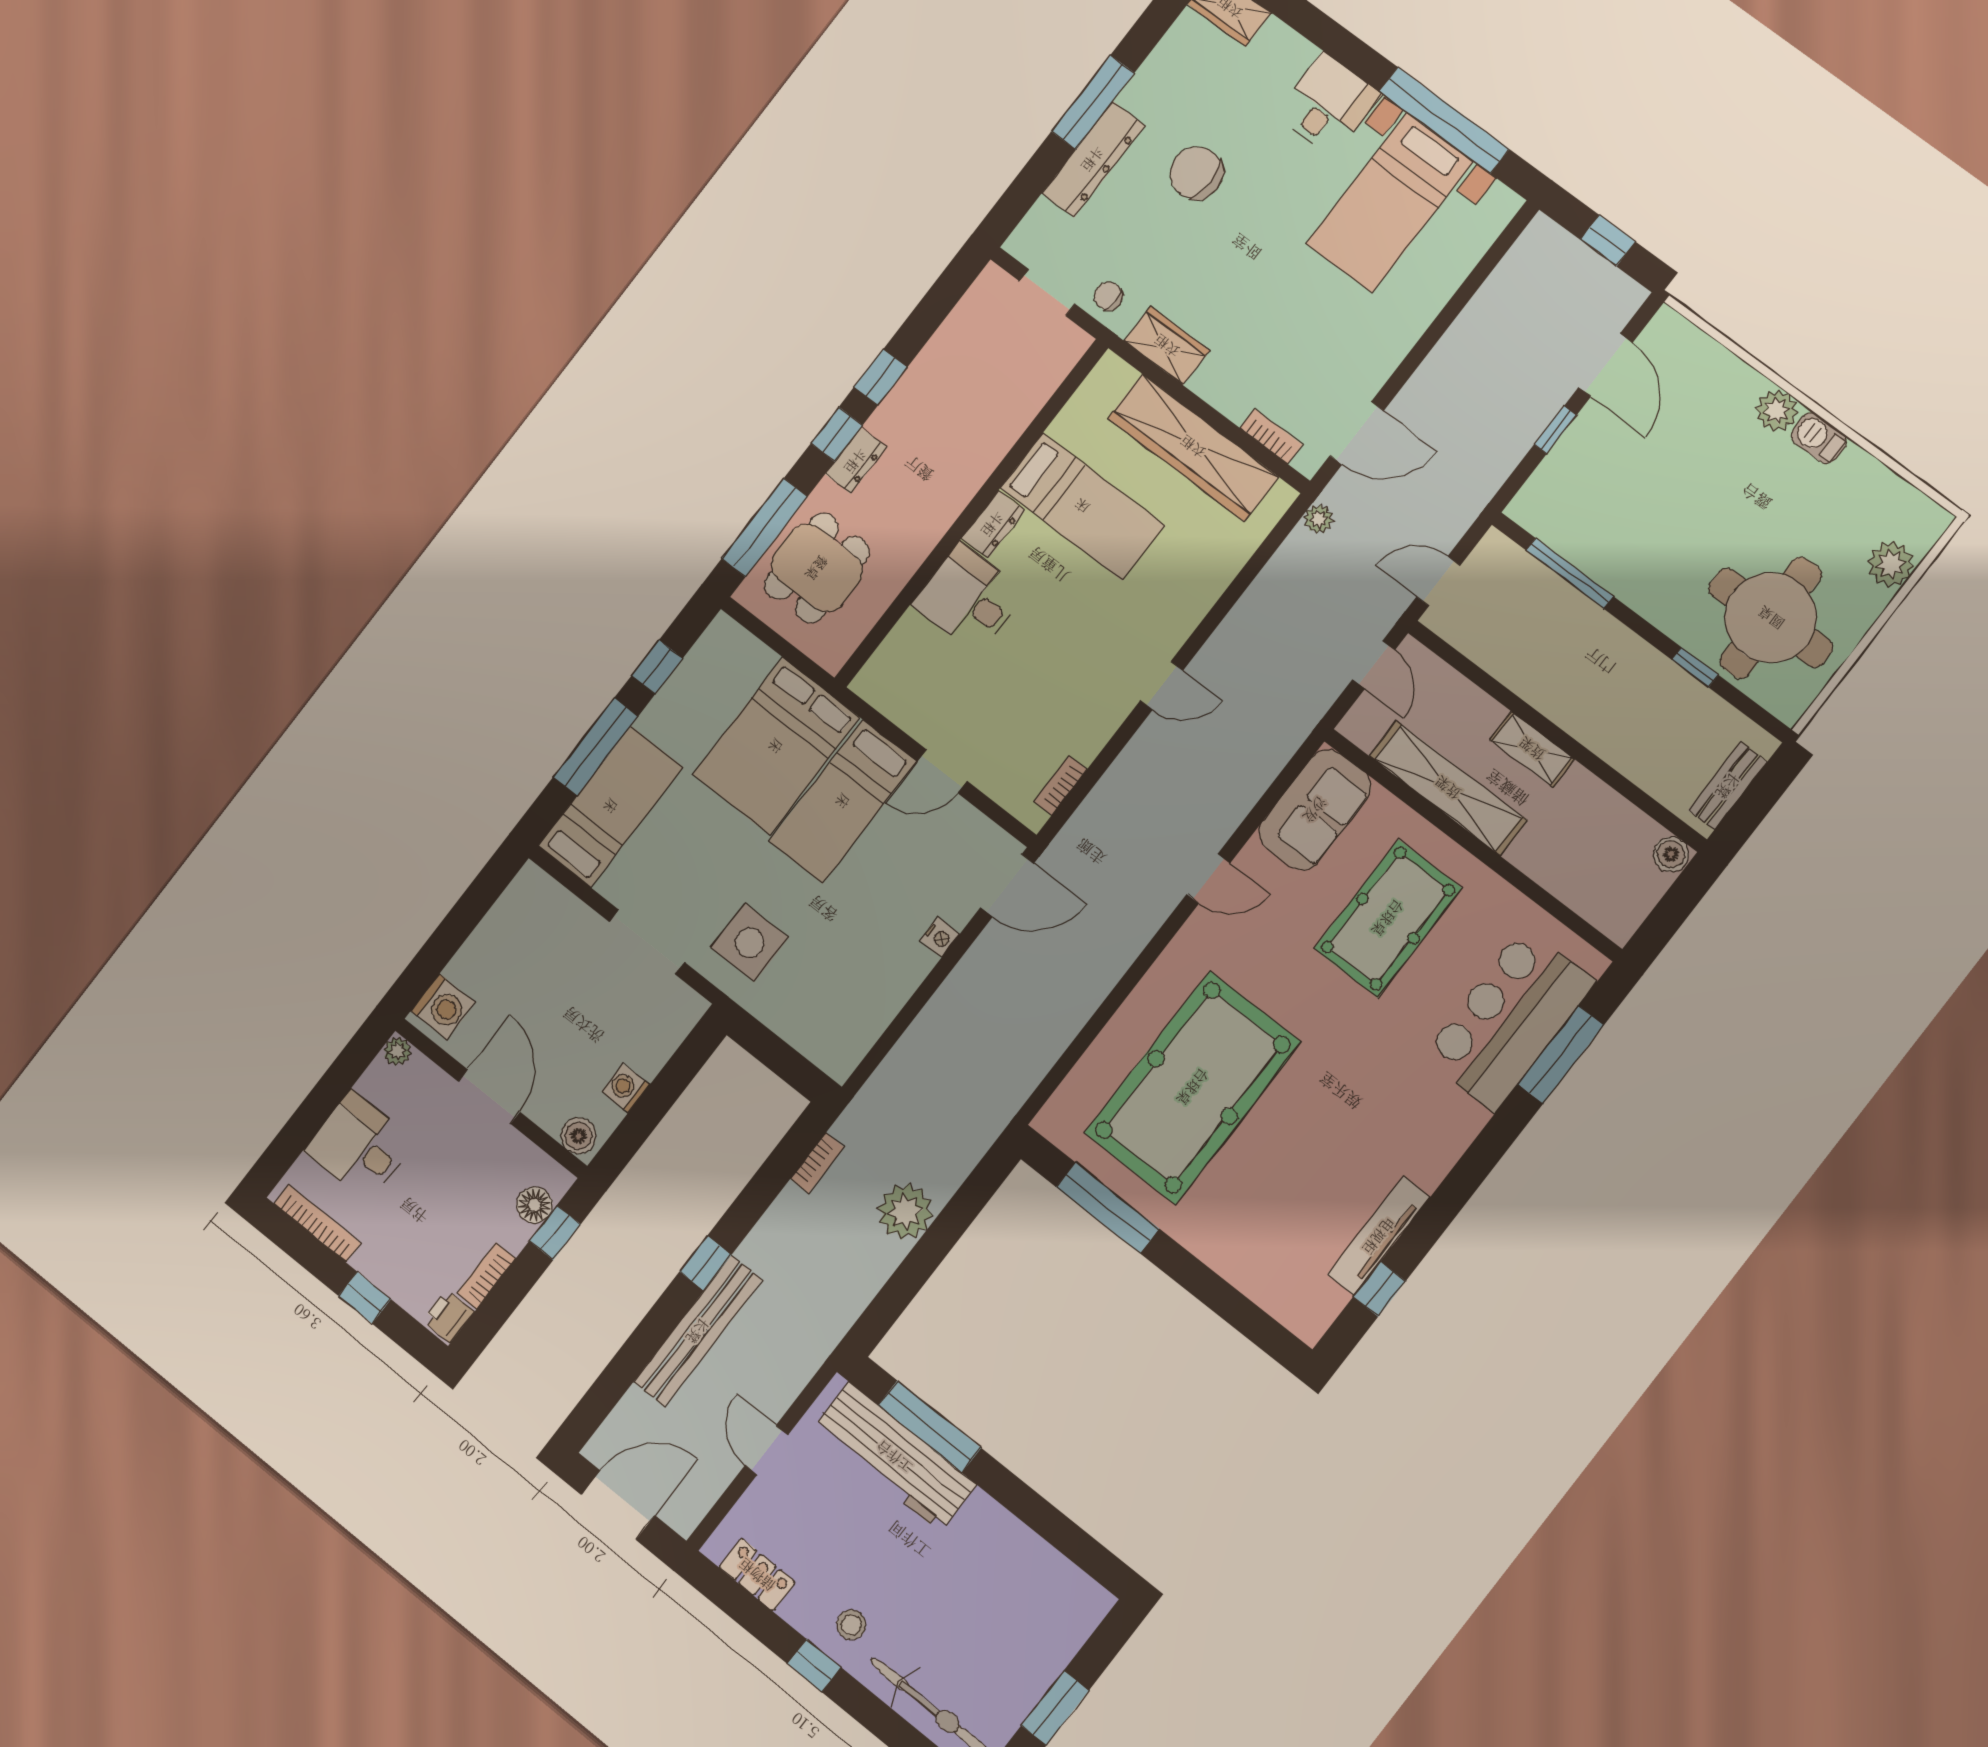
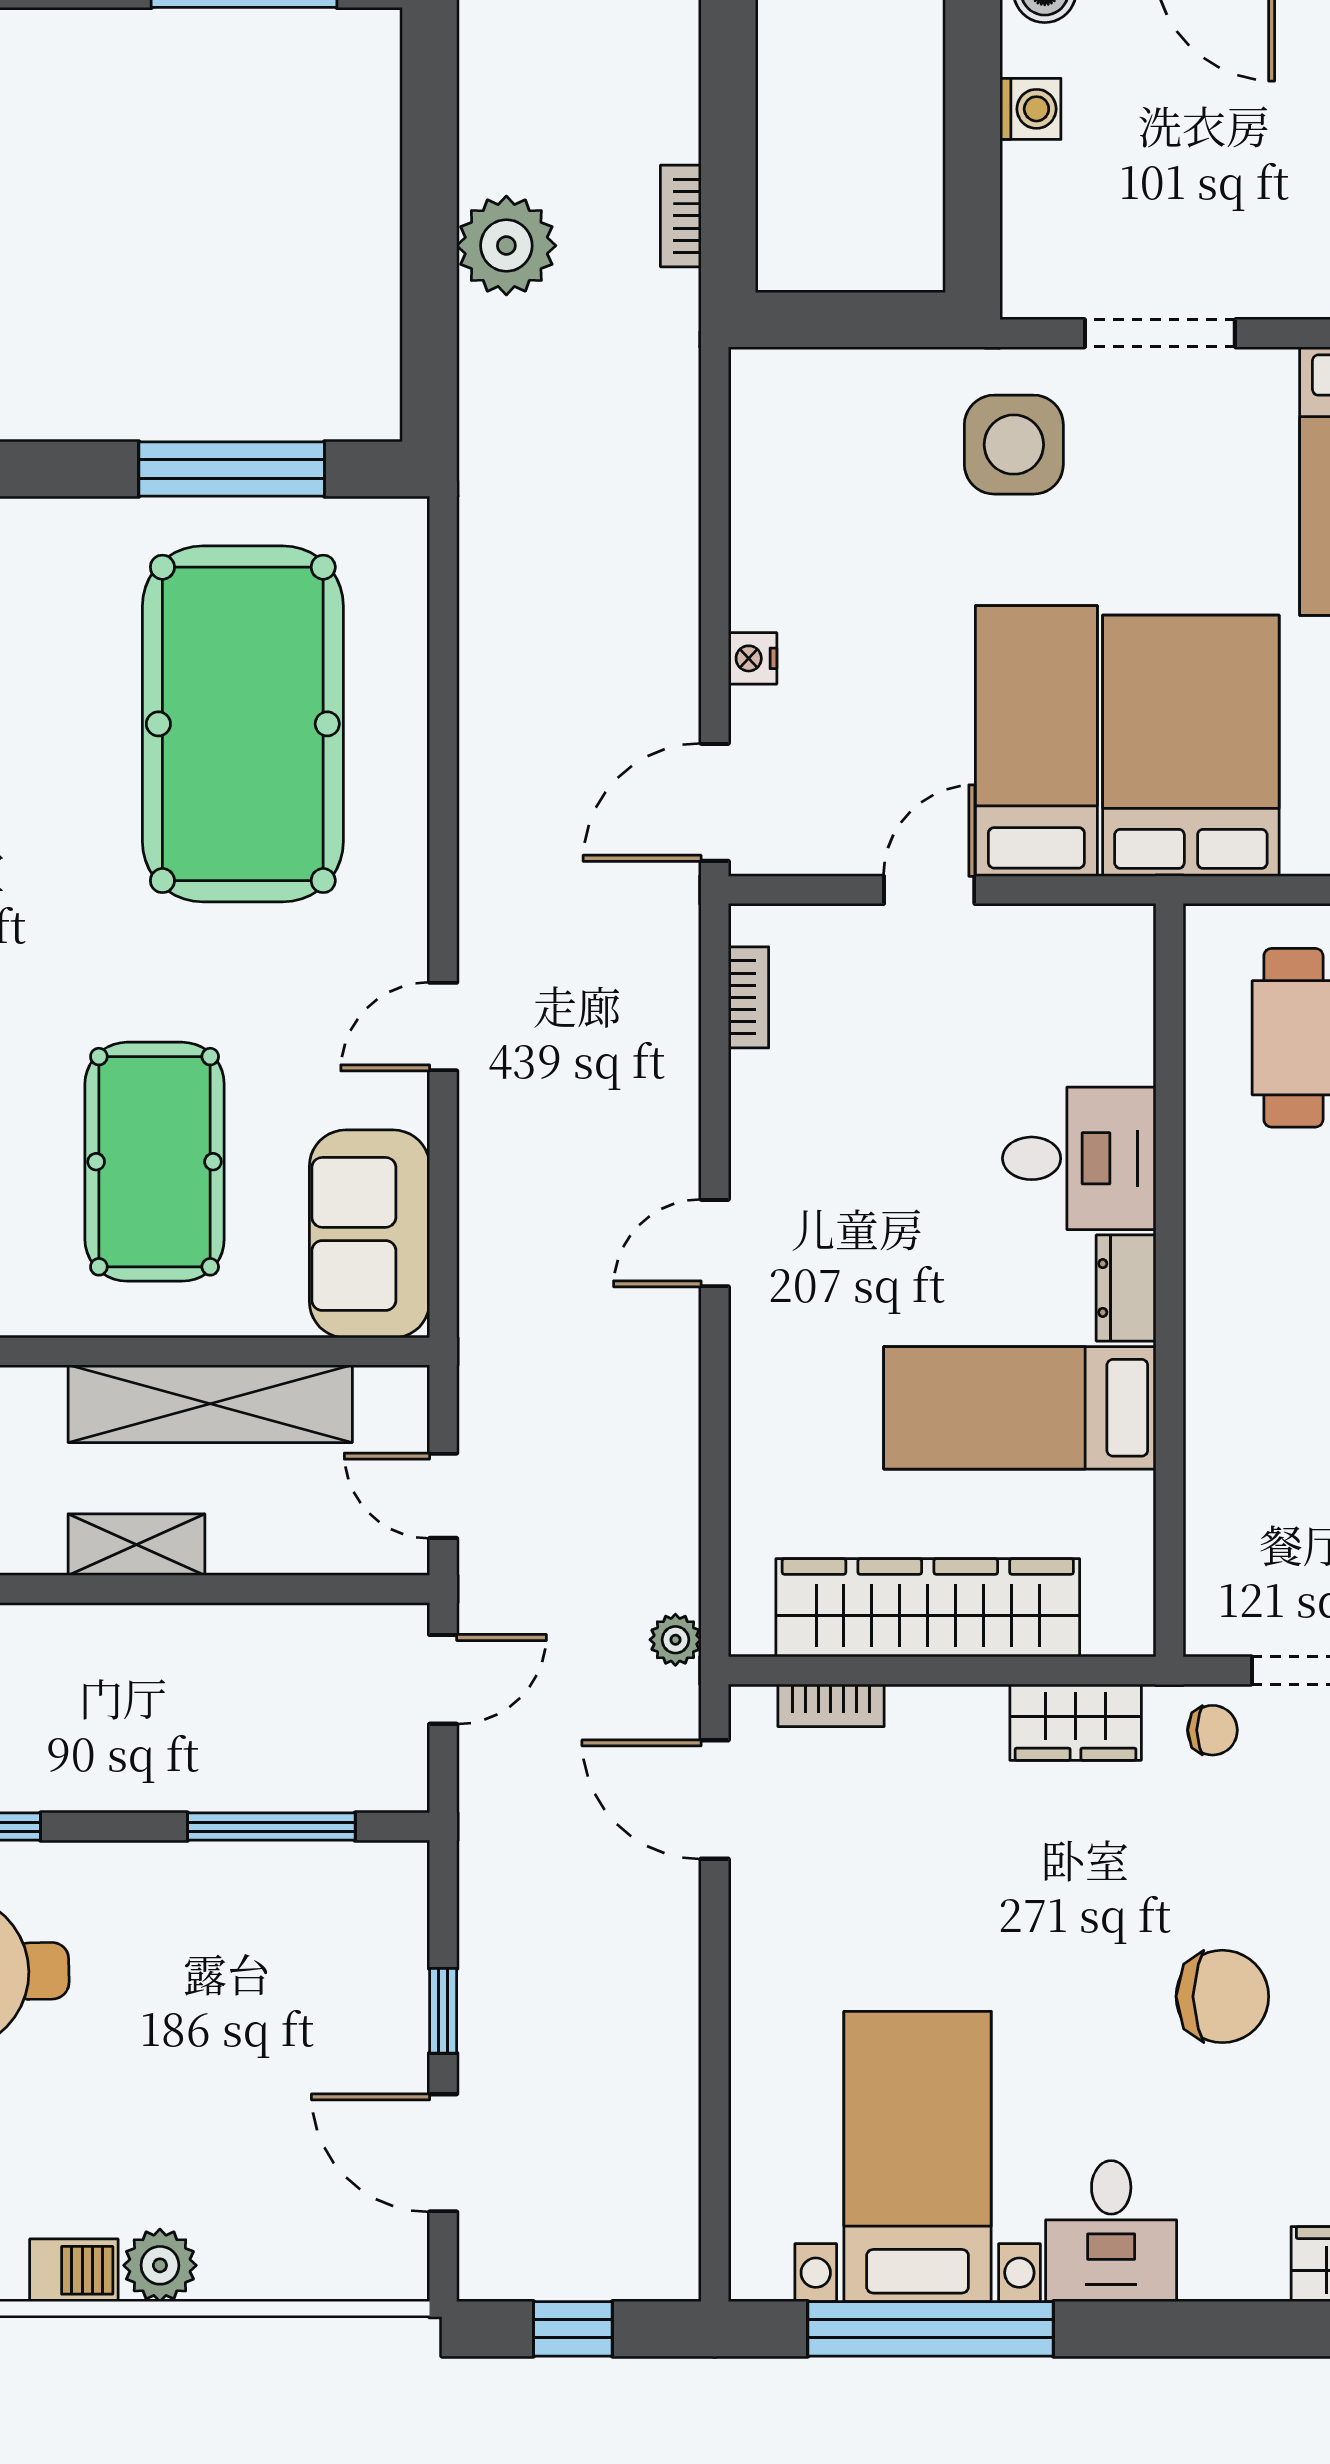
door: (1357, 433) -> (715, 1799), hinge flipped

